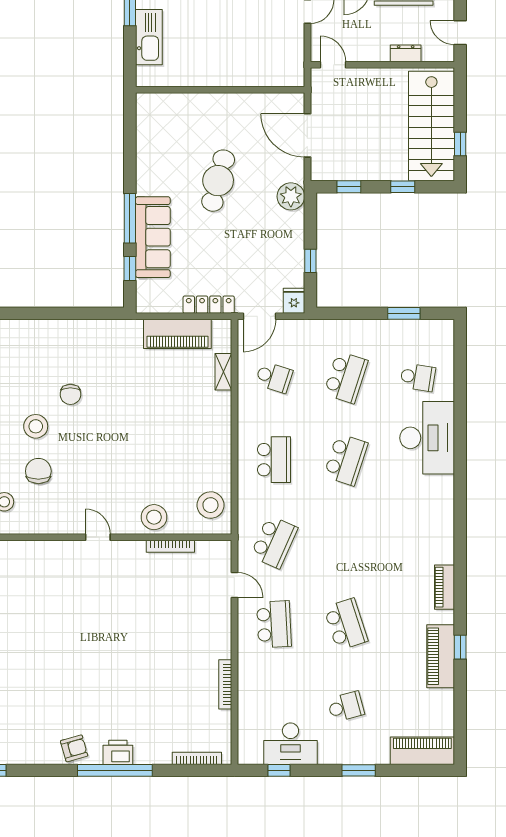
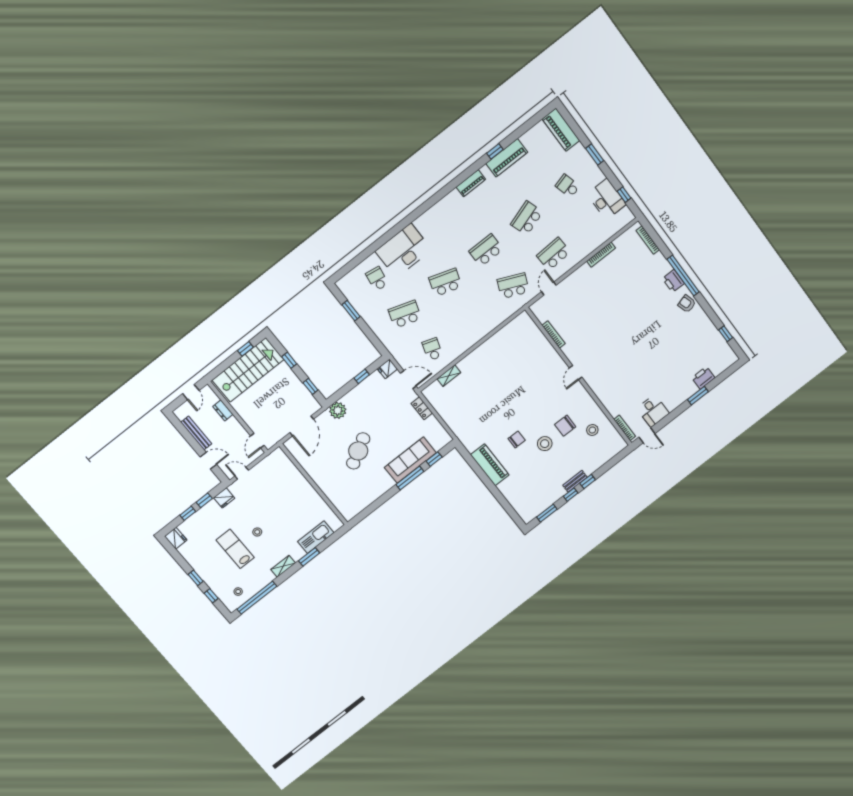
cafe table: (218, 181) -> (358, 451), turned -45
locker: (209, 305) -> (422, 408), width x0.66
piano: (177, 334) -> (490, 465), moved
school desk: (274, 460) -> (486, 250), moved
stool: (210, 505) -> (519, 331), removed
stool: (154, 517) -> (545, 353), removed

